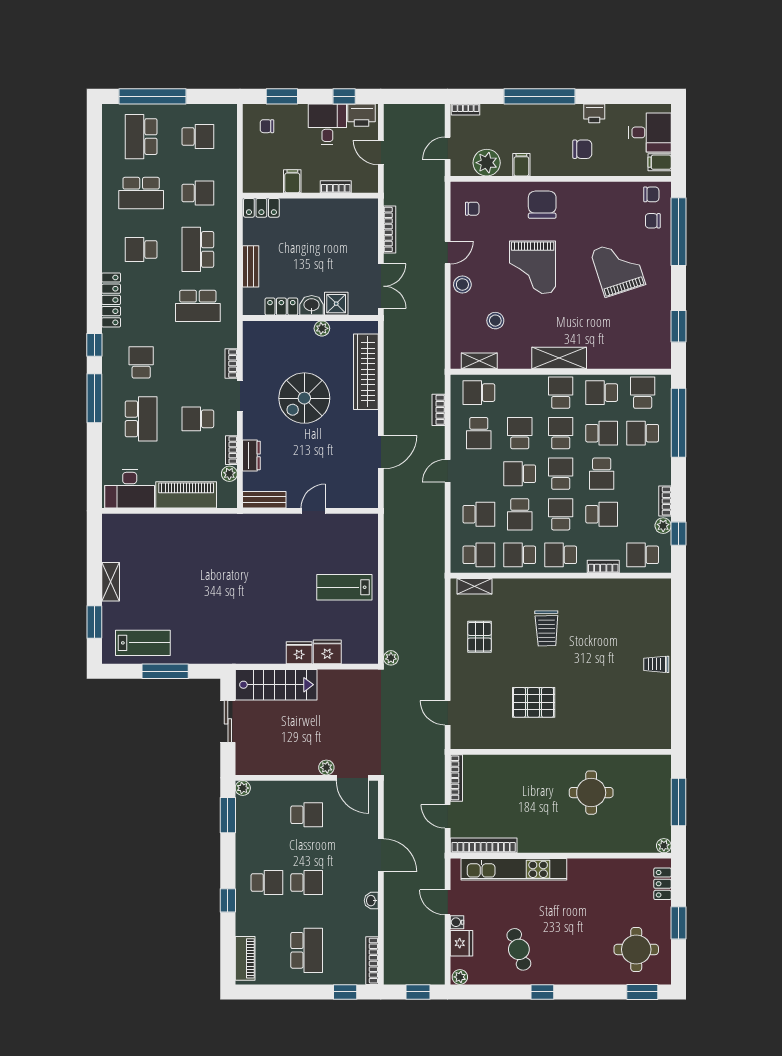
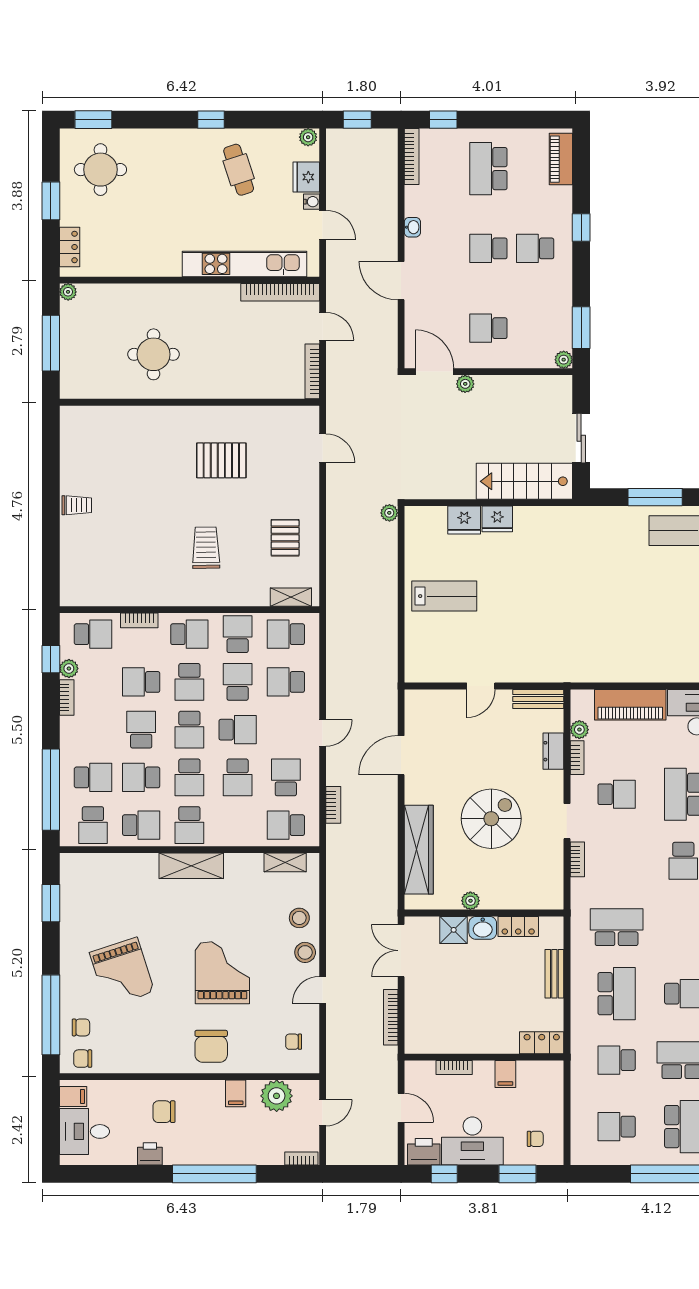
desk: (327, 124) -> (472, 1141), width x1.37
stool: (495, 321) -> (299, 918), moved
school desk: (479, 393) -> (286, 825), turned 180
school desk: (520, 555) -> (238, 634), turned -90

